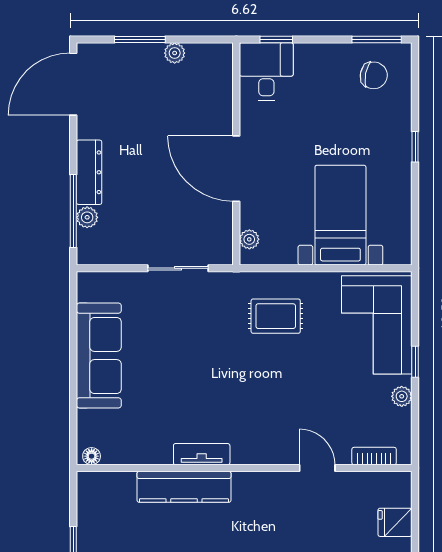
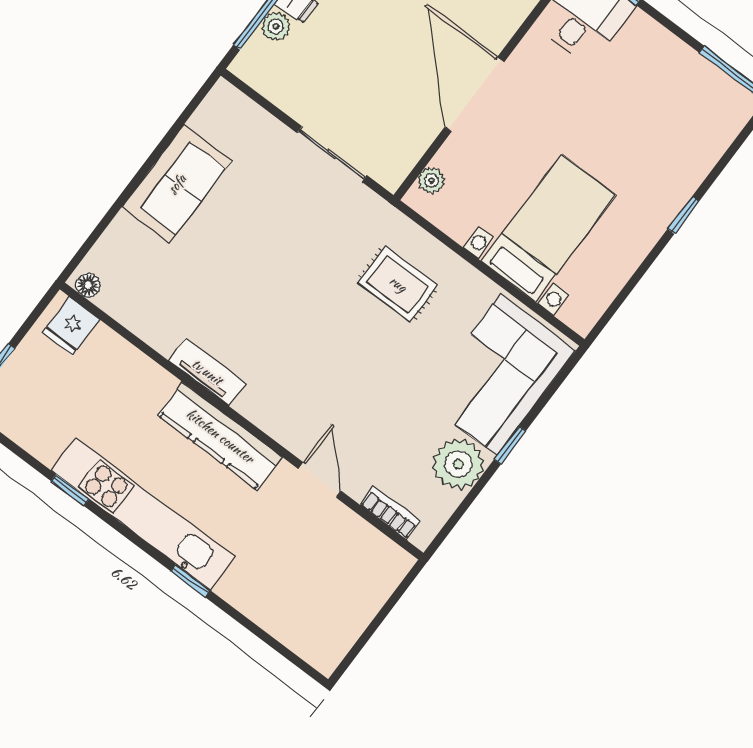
chair: (374, 75) -> (697, 105), removed
sofa: (99, 356) -> (177, 184), width x0.73
plant: (402, 396) -> (458, 464), width x1.87, depth x1.87
kitchen counter: (184, 487) -> (220, 436), moved
fridge: (395, 522) -> (71, 326), moved, turned -90

